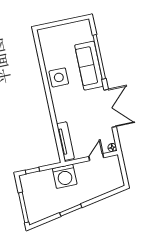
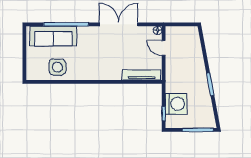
sofa: (89, 66) -> (53, 36), moved
side table: (59, 77) -> (57, 67), moved
washing machine: (65, 176) -> (176, 104), moved

